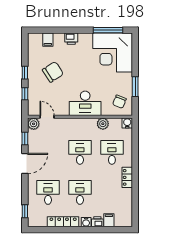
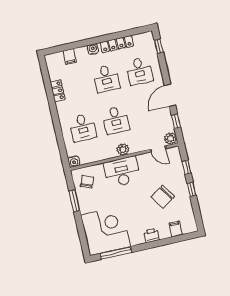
plant: (103, 124) -> (123, 149), moved
locker: (127, 177) -> (58, 91), moved
printer: (97, 222) -> (81, 52), removed

